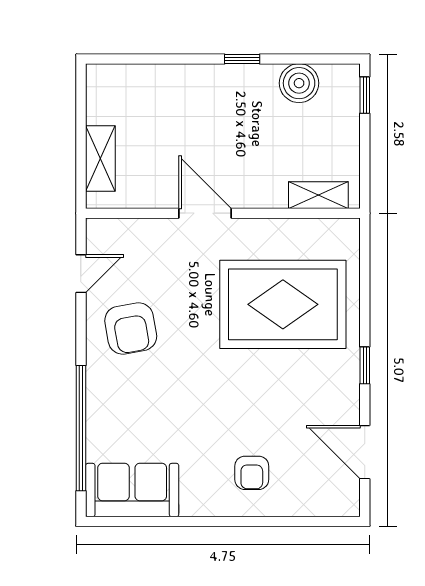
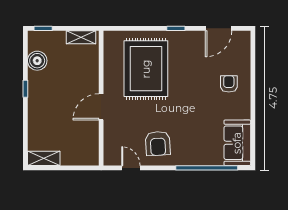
shelving: (100, 158) -> (44, 158), moved
shelving: (318, 195) -> (81, 37), moved, turned 90
armchair: (131, 328) -> (158, 143), turned 97
armchair: (252, 473) -> (229, 84), turned -90

